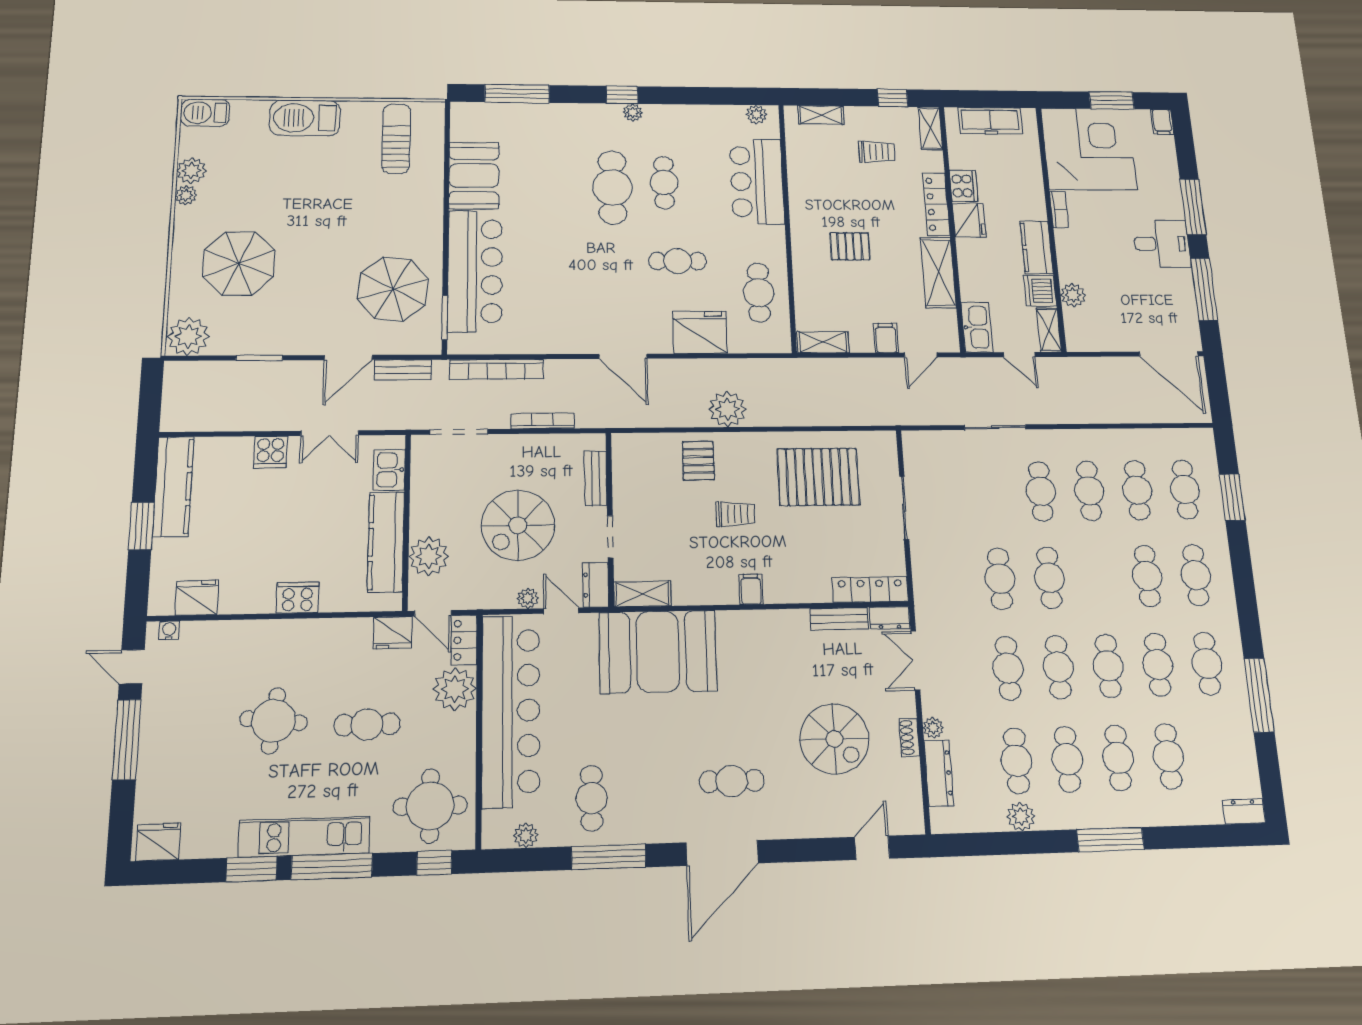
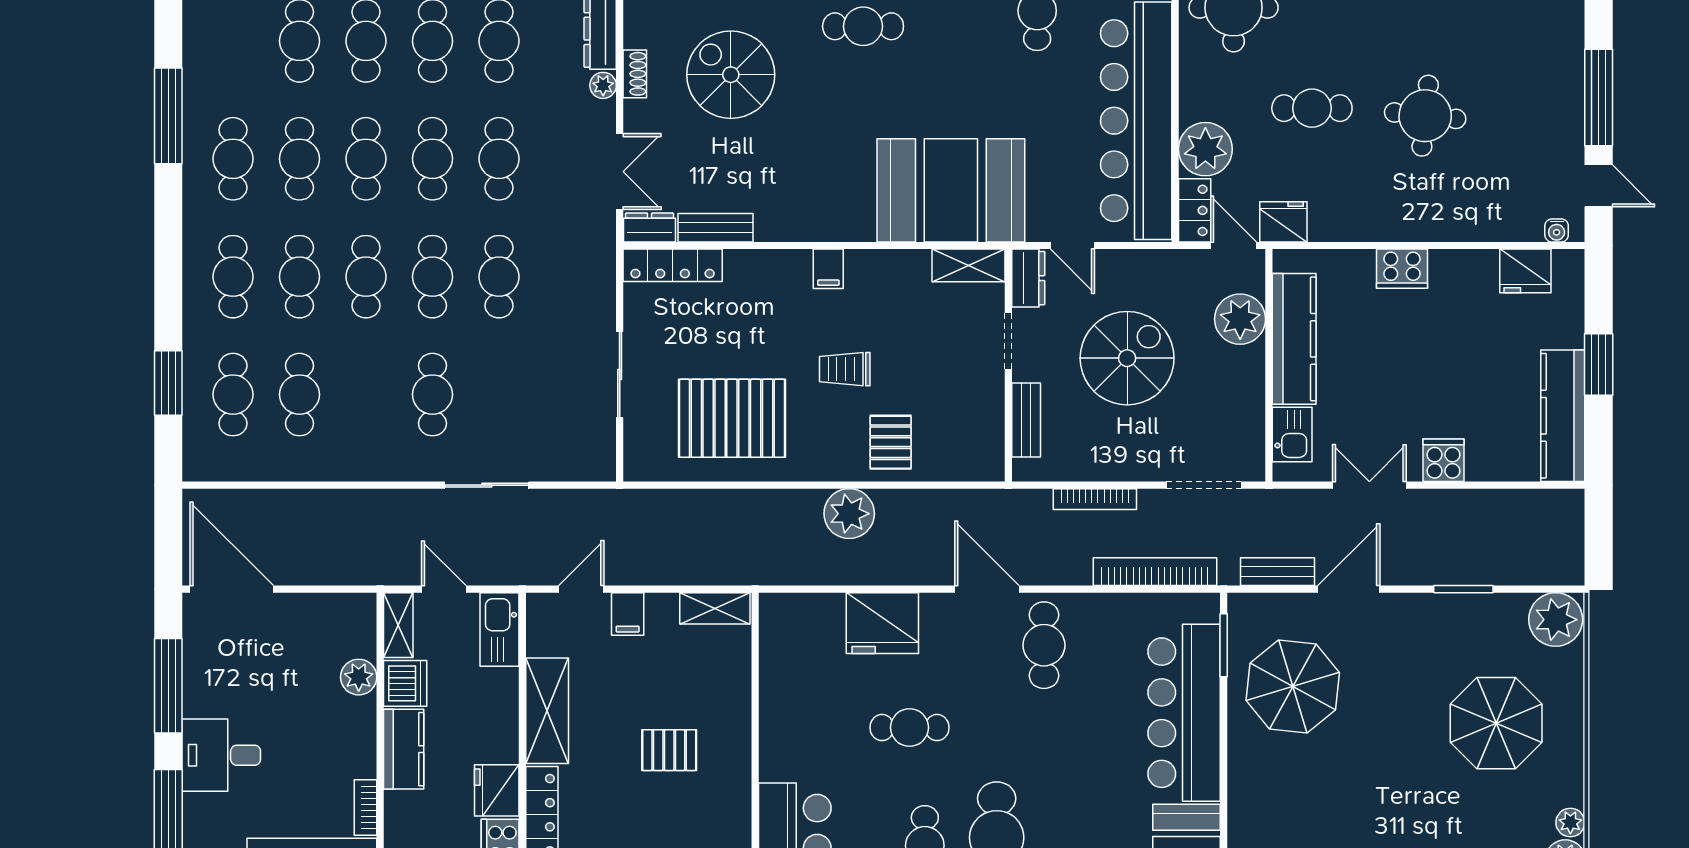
cafe table: (759, 293) -> (1044, 645), moved
cafe table: (1089, 491) -> (366, 277), moved
plant: (528, 598) -> (1115, 262), removed

